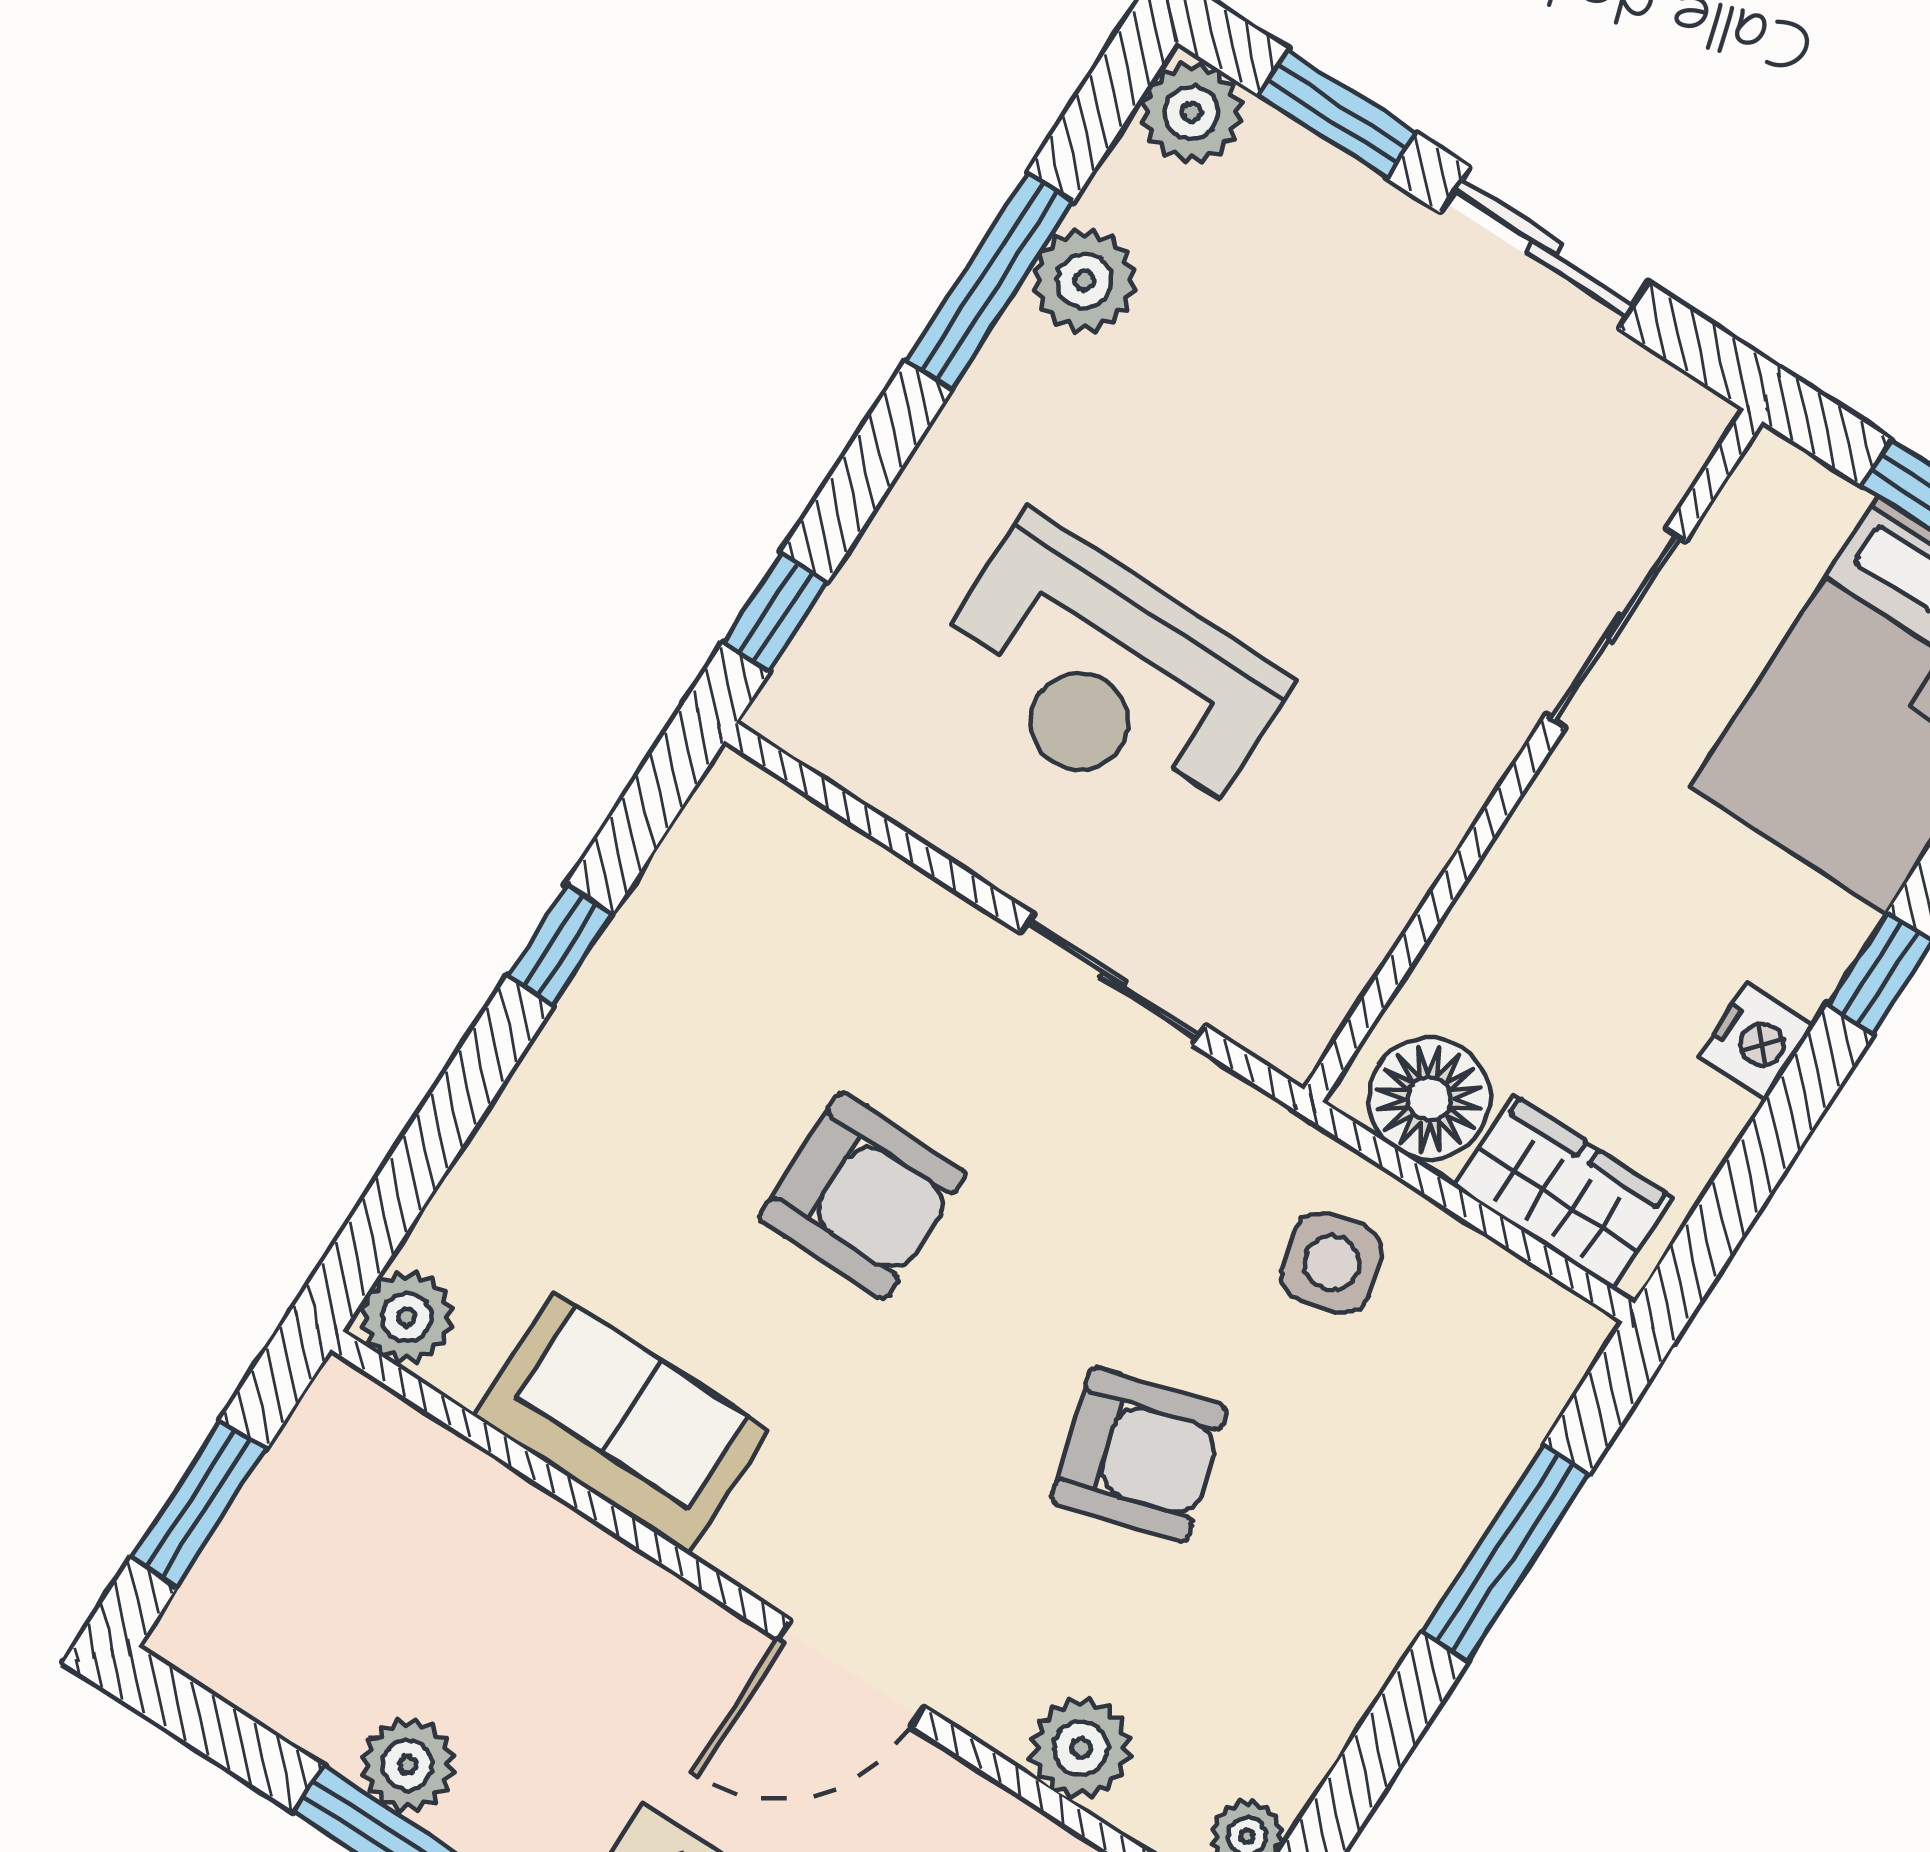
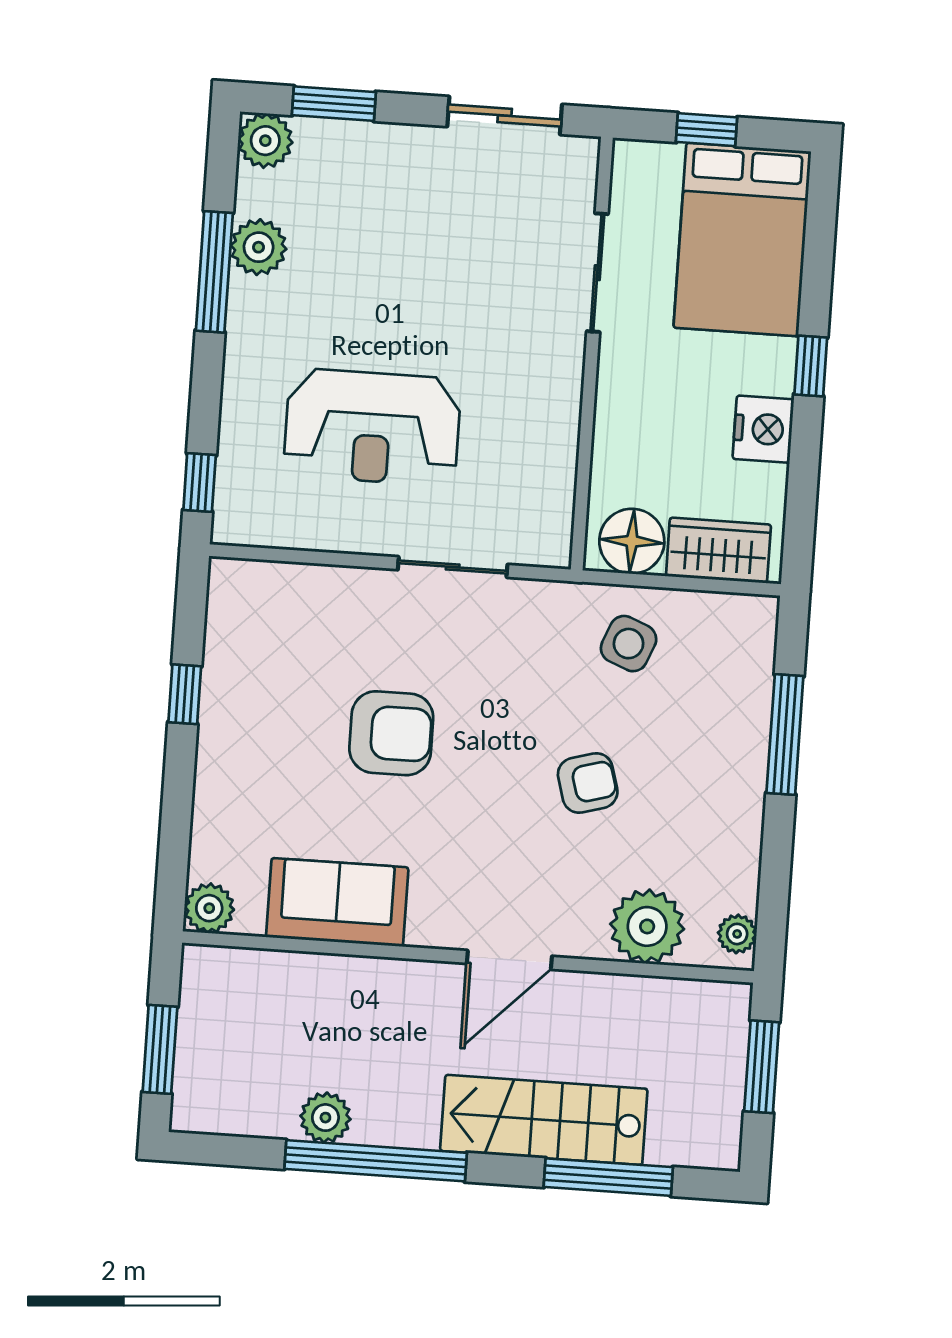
sliding door: (1544, 248) -> (505, 116), moved
nightstand: (1757, 1041) -> (763, 429), width x1.36, depth x1.33
side table: (1331, 1263) -> (629, 644), turned 37
armchair: (1139, 1454) -> (588, 783), width x0.72, depth x0.72
plant: (1081, 1748) -> (647, 926), width x1.36, depth x1.36

